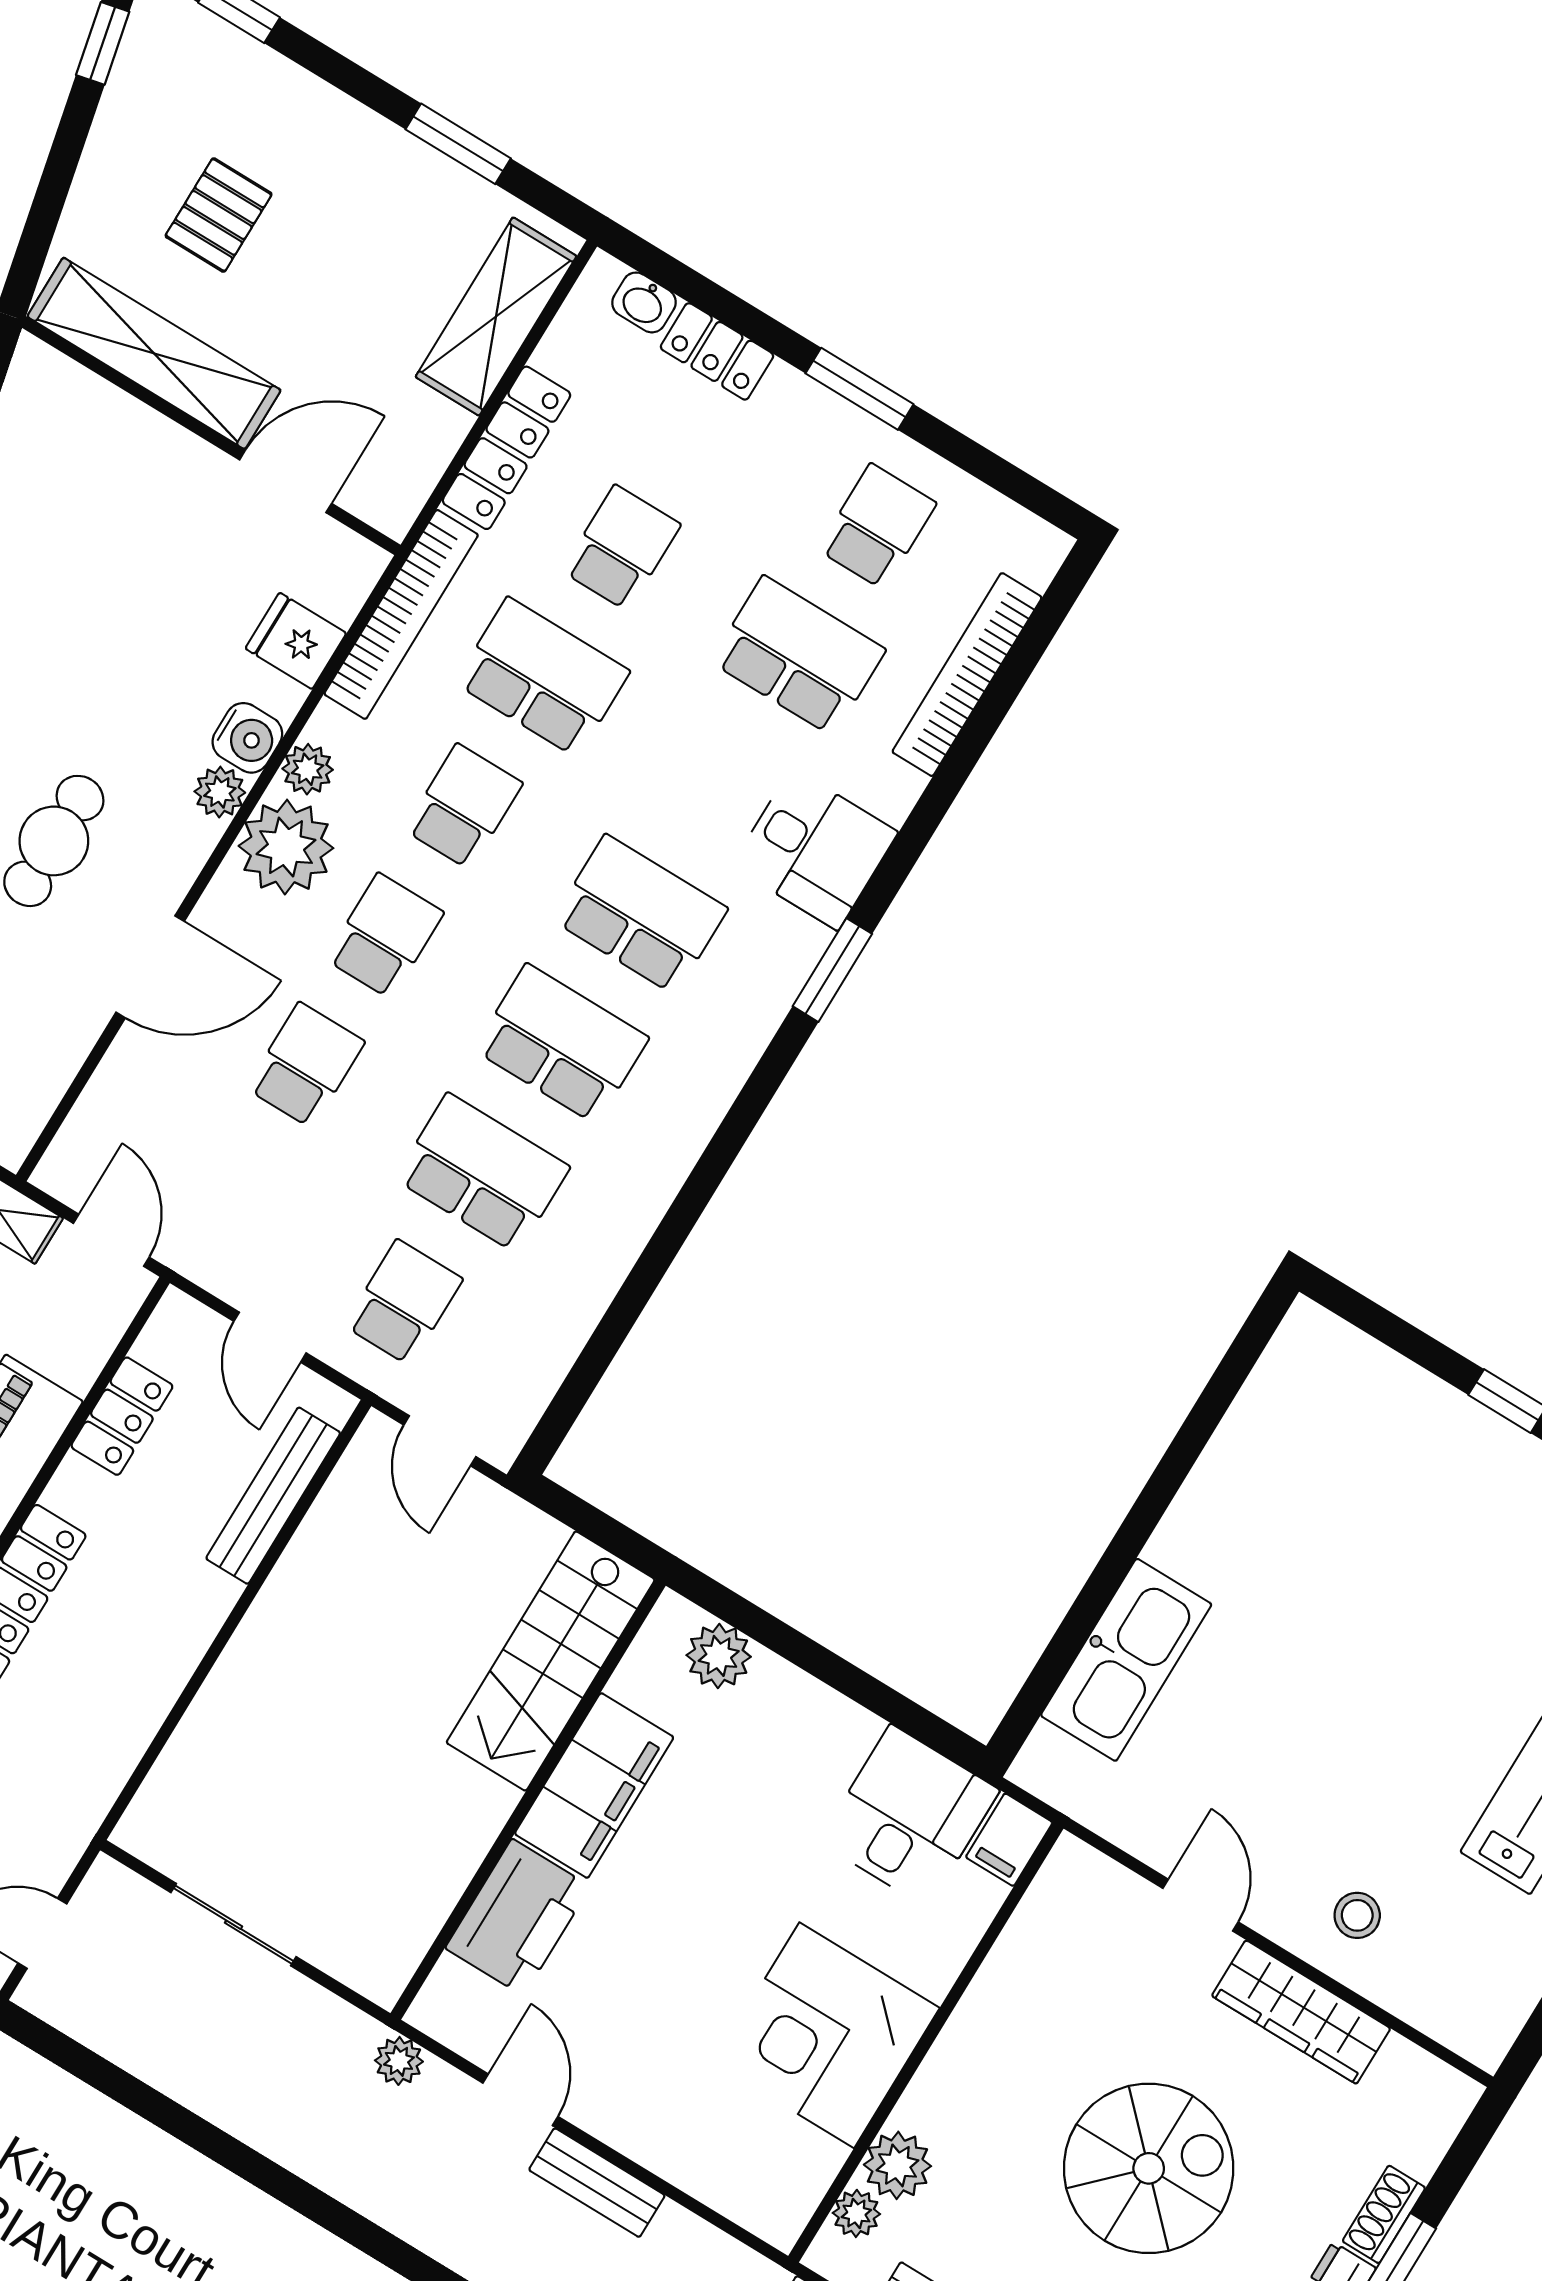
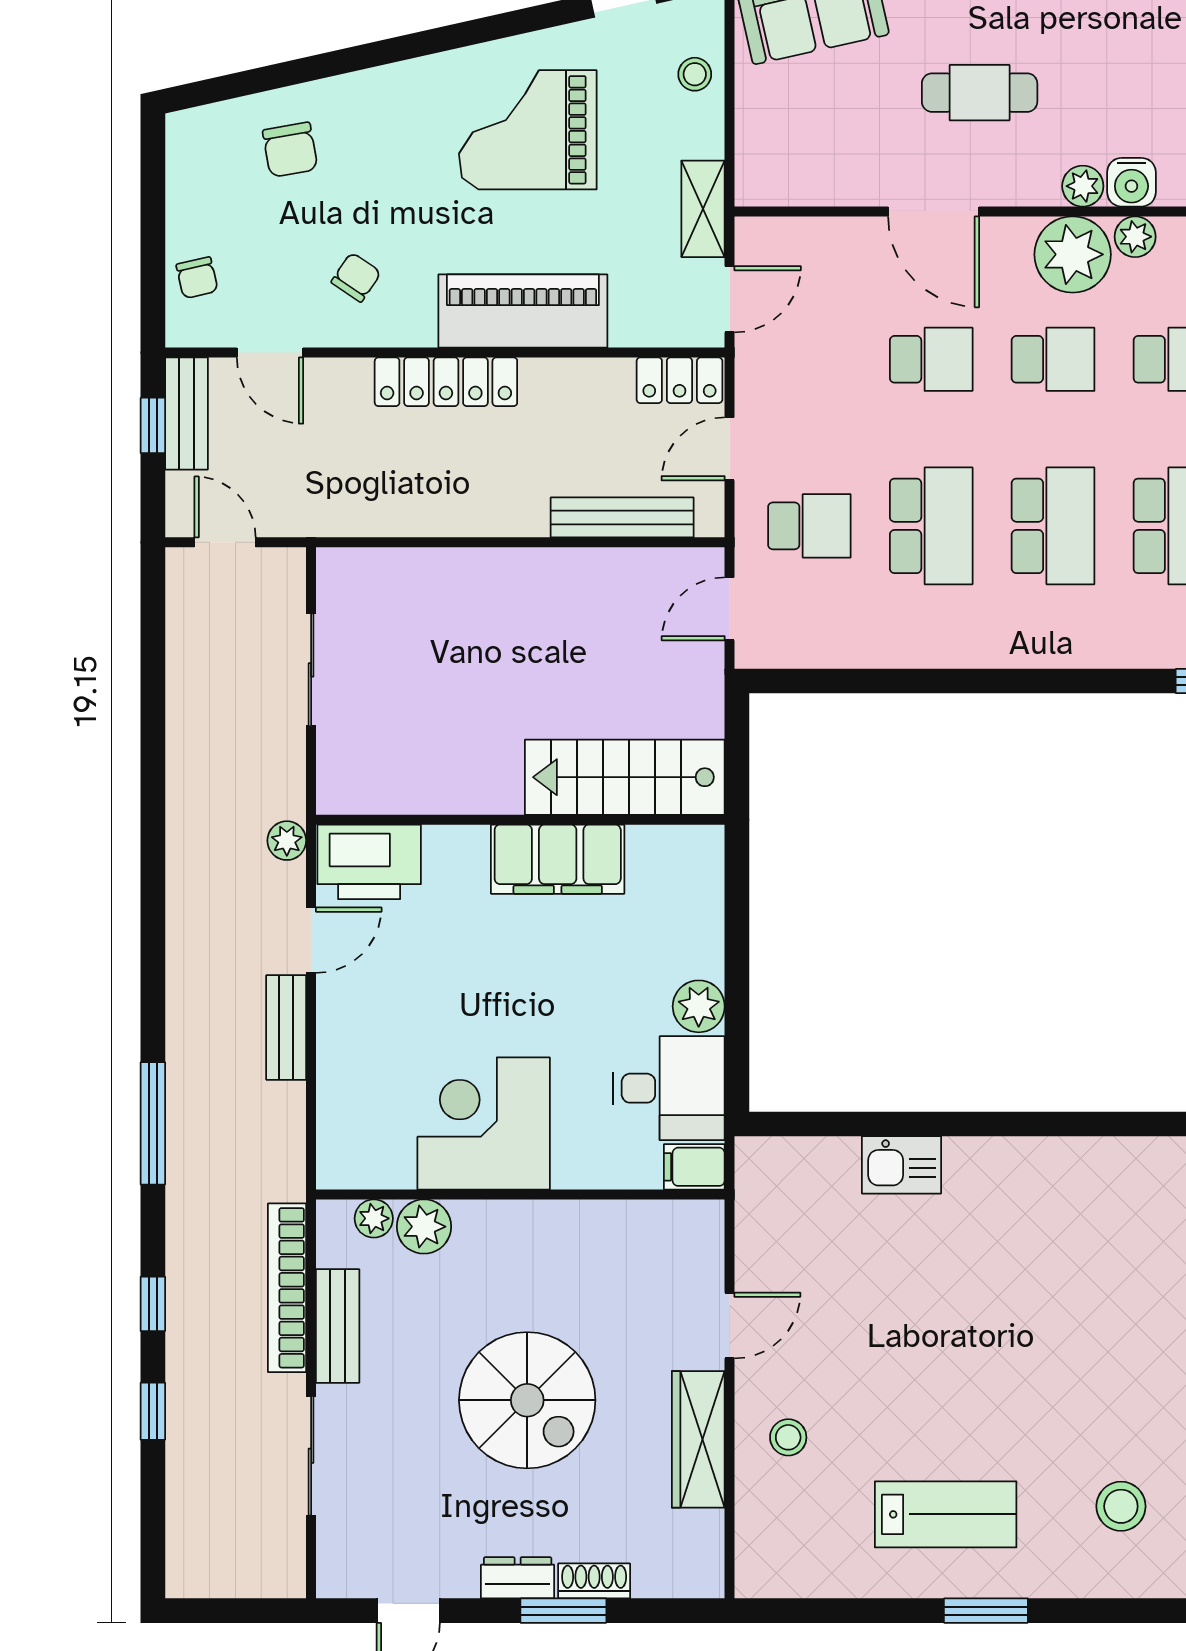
locker: (122, 1416) -> (679, 380), moved
plant: (719, 1656) -> (699, 1006), moved
kitchen sink: (1126, 1660) -> (901, 1165), width x0.53, depth x0.81
printer: (518, 1917) -> (369, 862), moved

